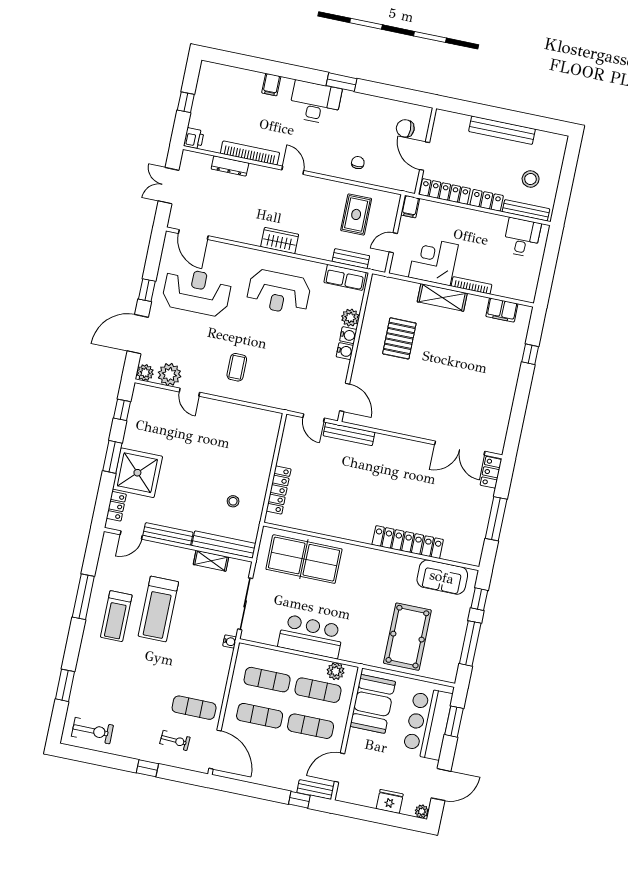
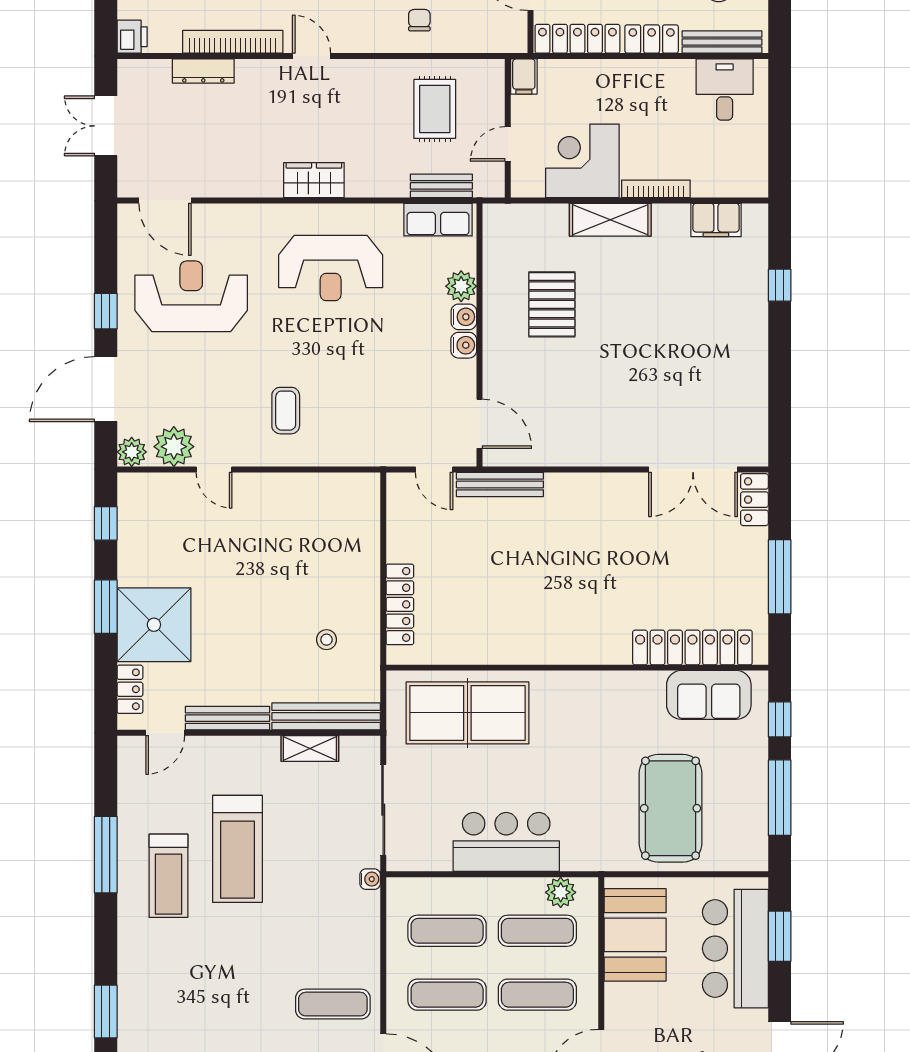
locker: (408, 542) -> (692, 647), moved

